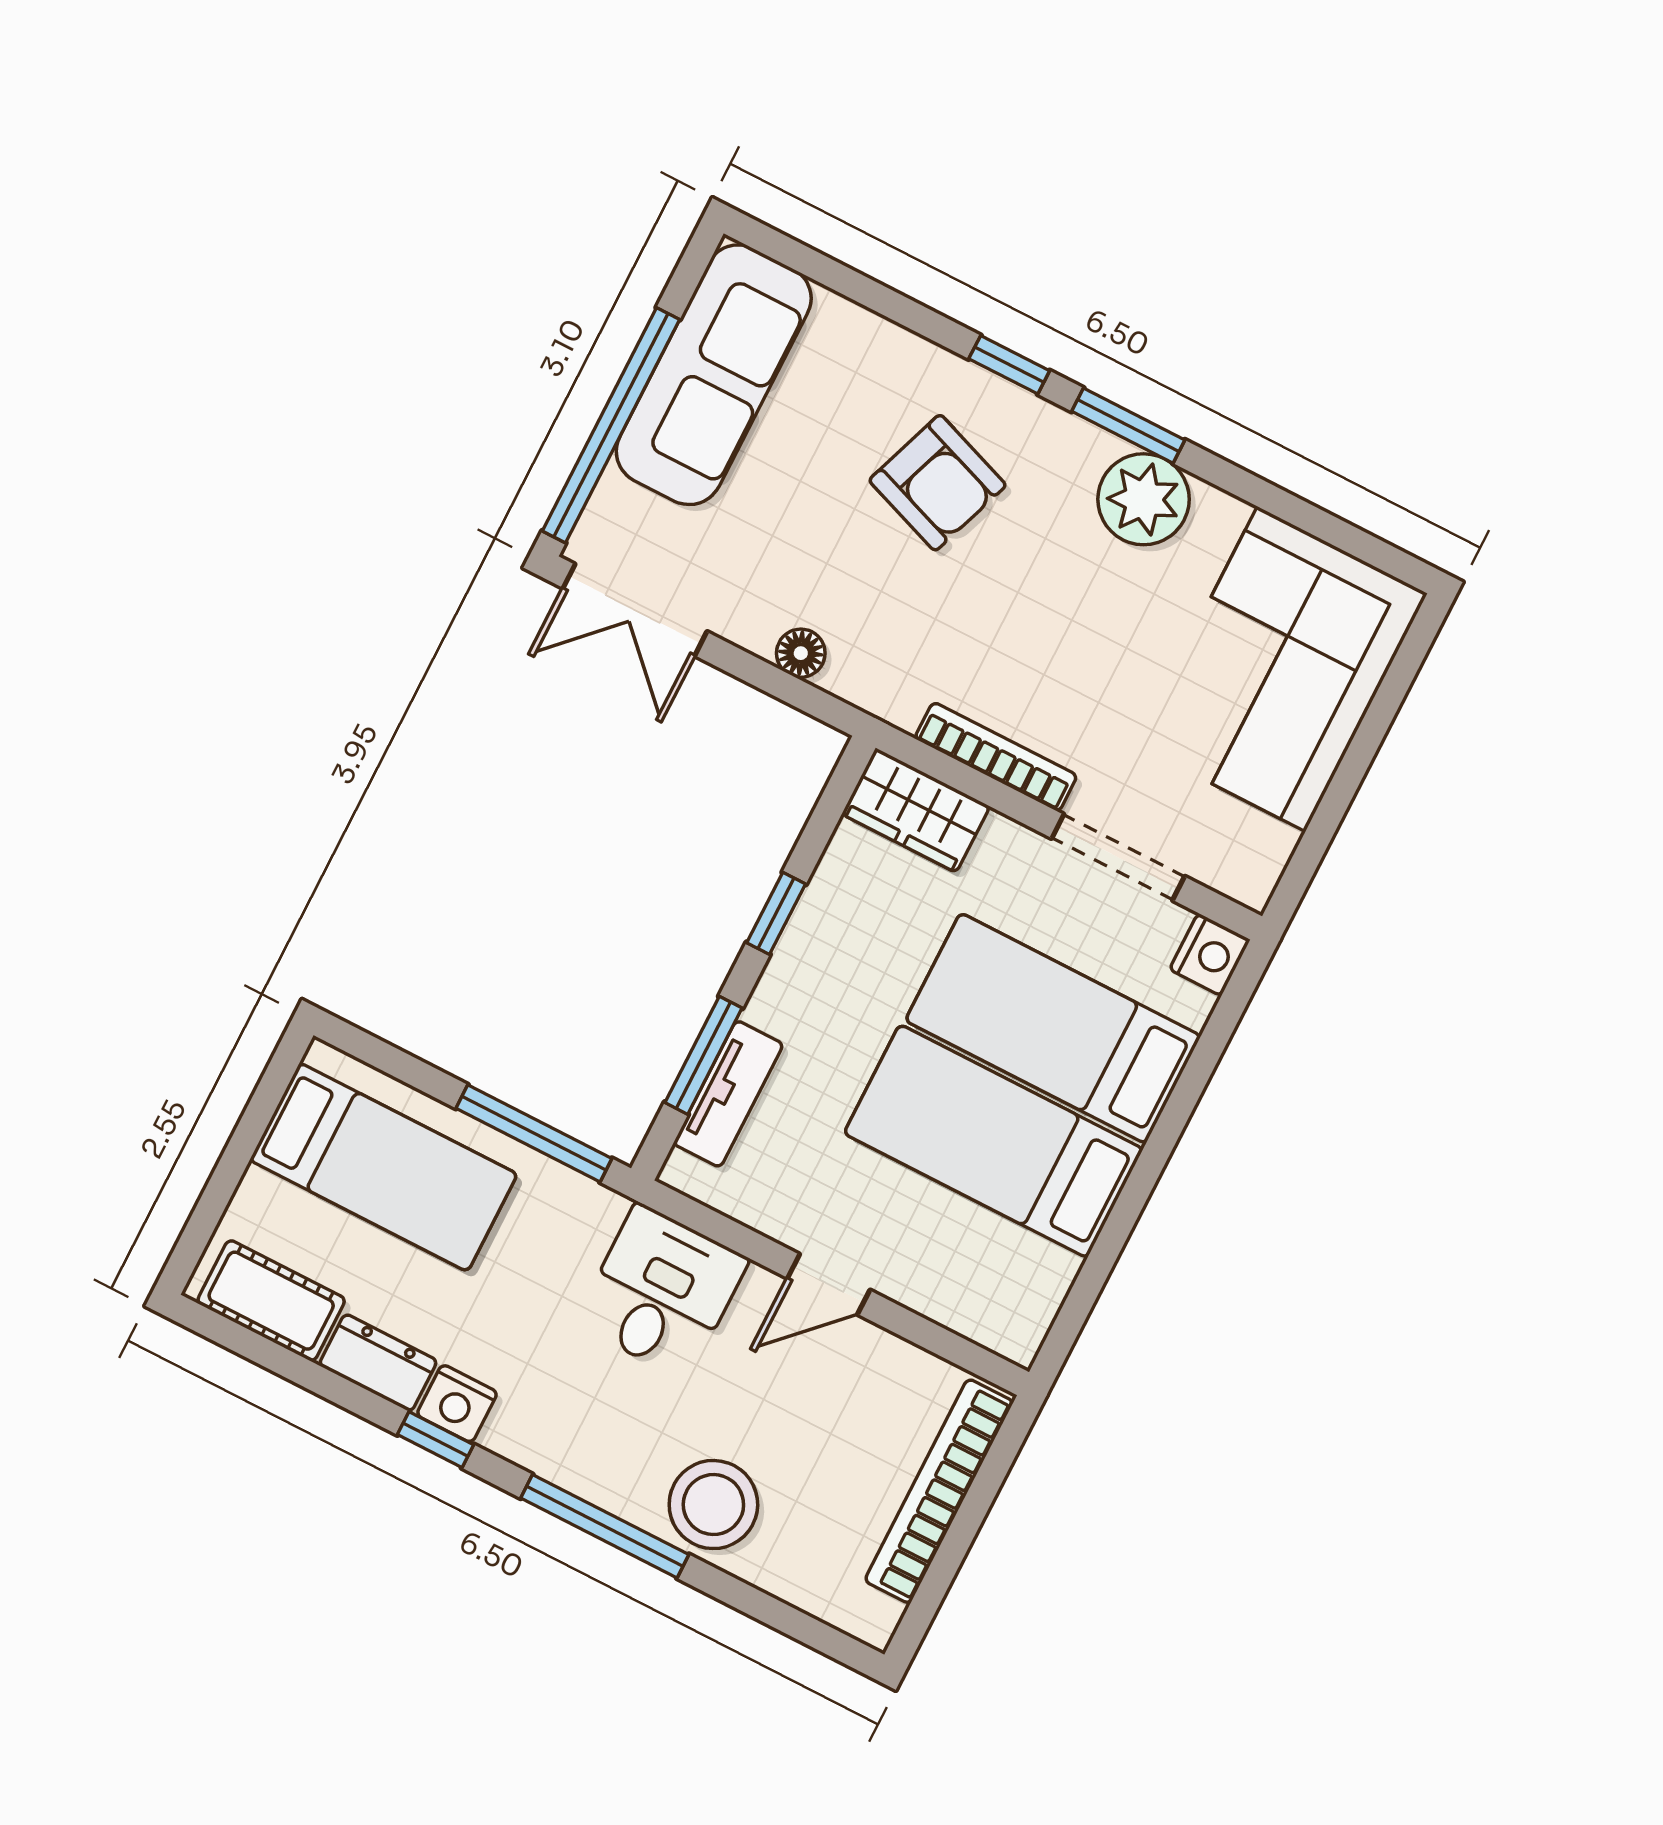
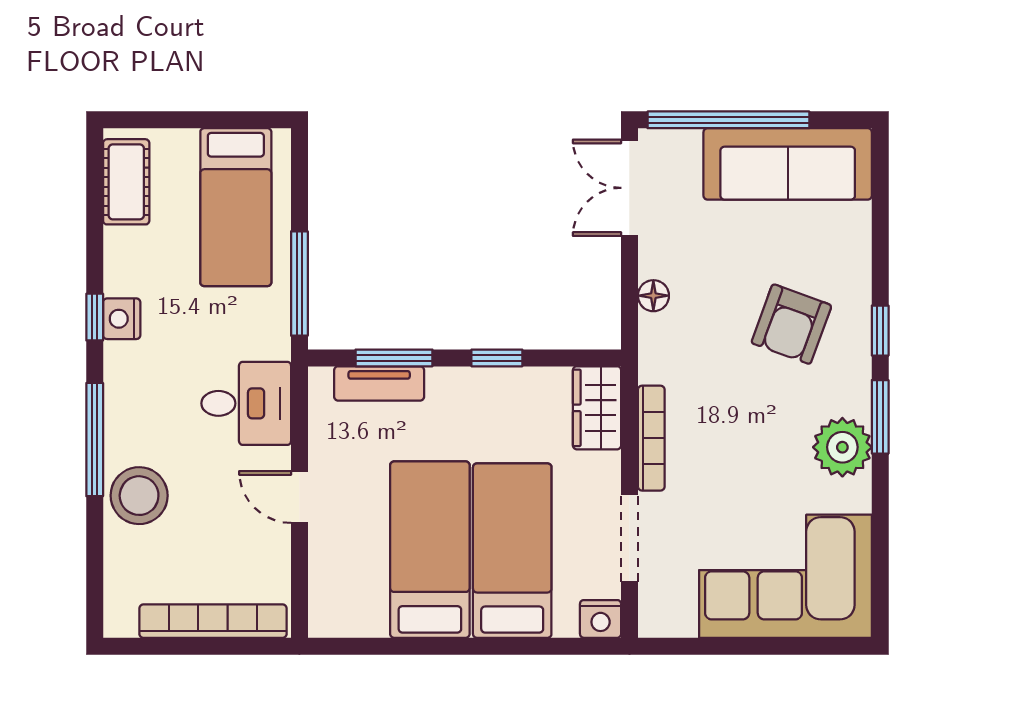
dresser: (378, 1363) -> (122, 261), removed

